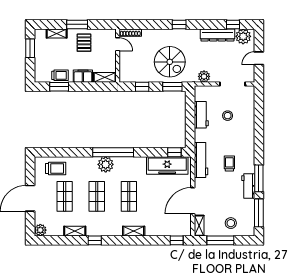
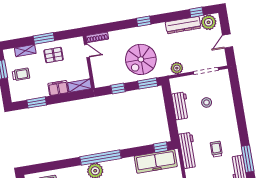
pallet: (84, 43) -> (54, 55), turned 90
spiral stairs: (170, 62) -> (141, 59), turned 90
trolley: (60, 75) -> (21, 74), moved

